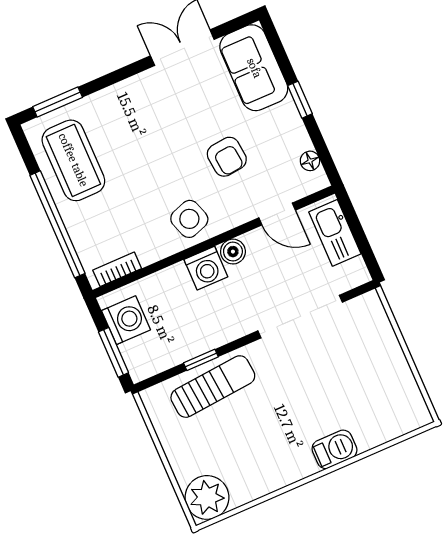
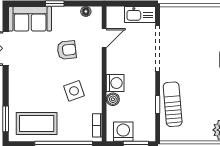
side table: (189, 219) -> (74, 91), moved
kitchen sink: (335, 233) -> (140, 15), moved
boiler: (233, 252) -> (113, 99), moved

